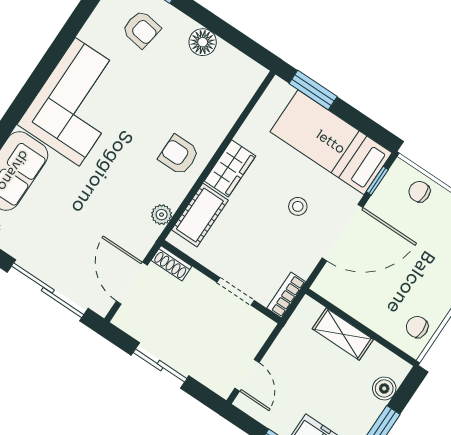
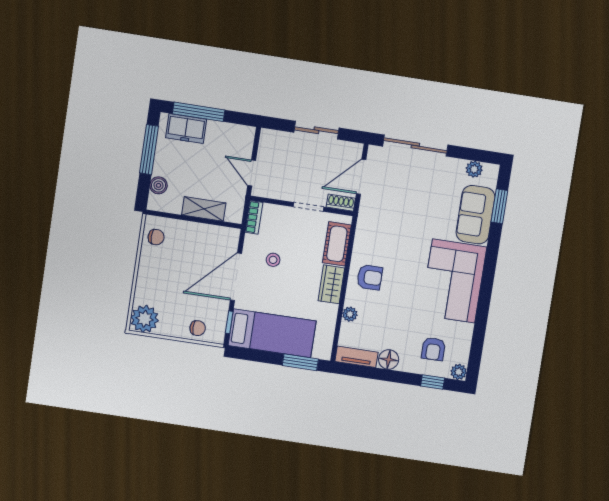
armchair: (141, 29) -> (433, 349), turned -99
tv unit: (241, 64) -> (357, 357), added
stool: (298, 206) -> (273, 260), moved
plant: (162, 215) -> (350, 314), moved
door: (132, 283) -> (361, 177), swing flipped
doorway: (236, 291) -> (308, 207), moved
door: (247, 375) -> (252, 173), moved

